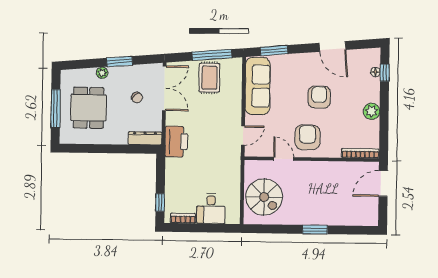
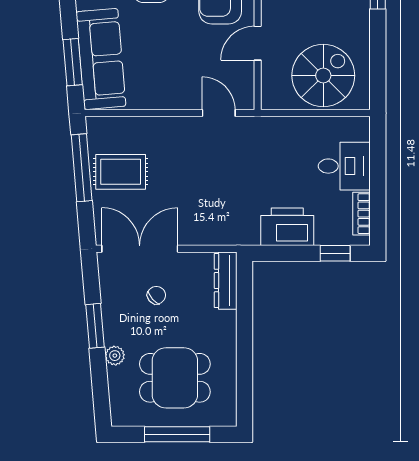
sofa: (258, 86) -> (101, 59), moved, turned 85
printer: (176, 142) -> (287, 227), moved

